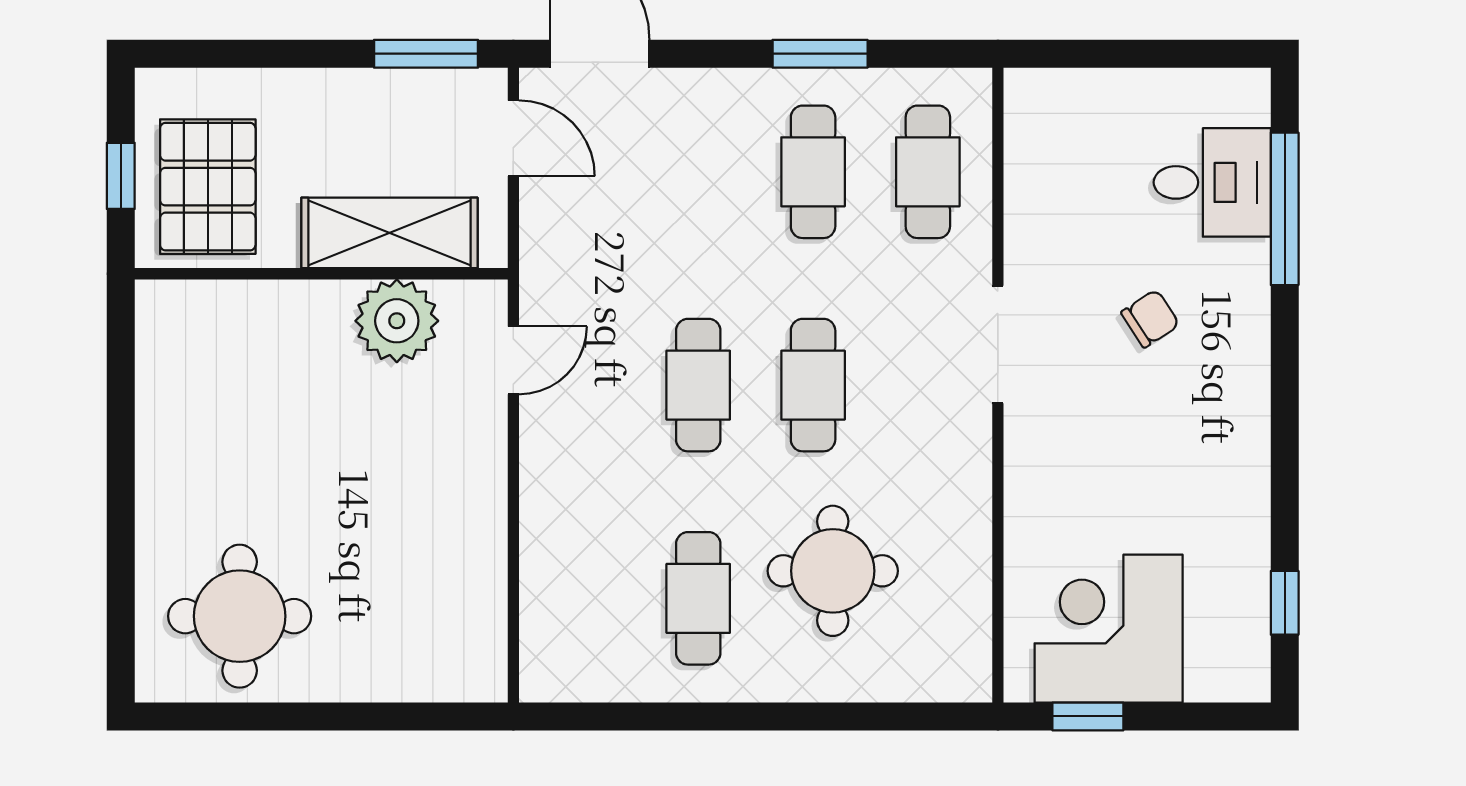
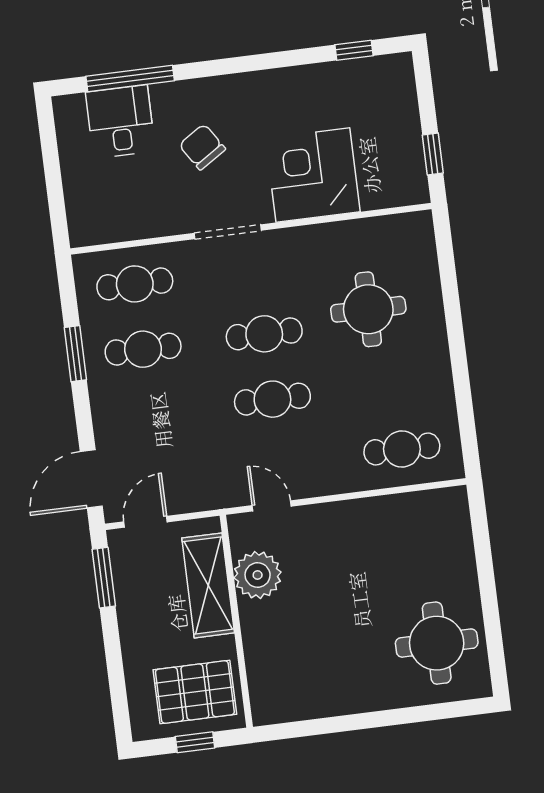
chair: (1150, 319) -> (202, 147), width x1.37, depth x1.37
cafe table: (698, 598) -> (402, 449), moved
corner desk: (1109, 629) -> (313, 175), moved, turned 90

